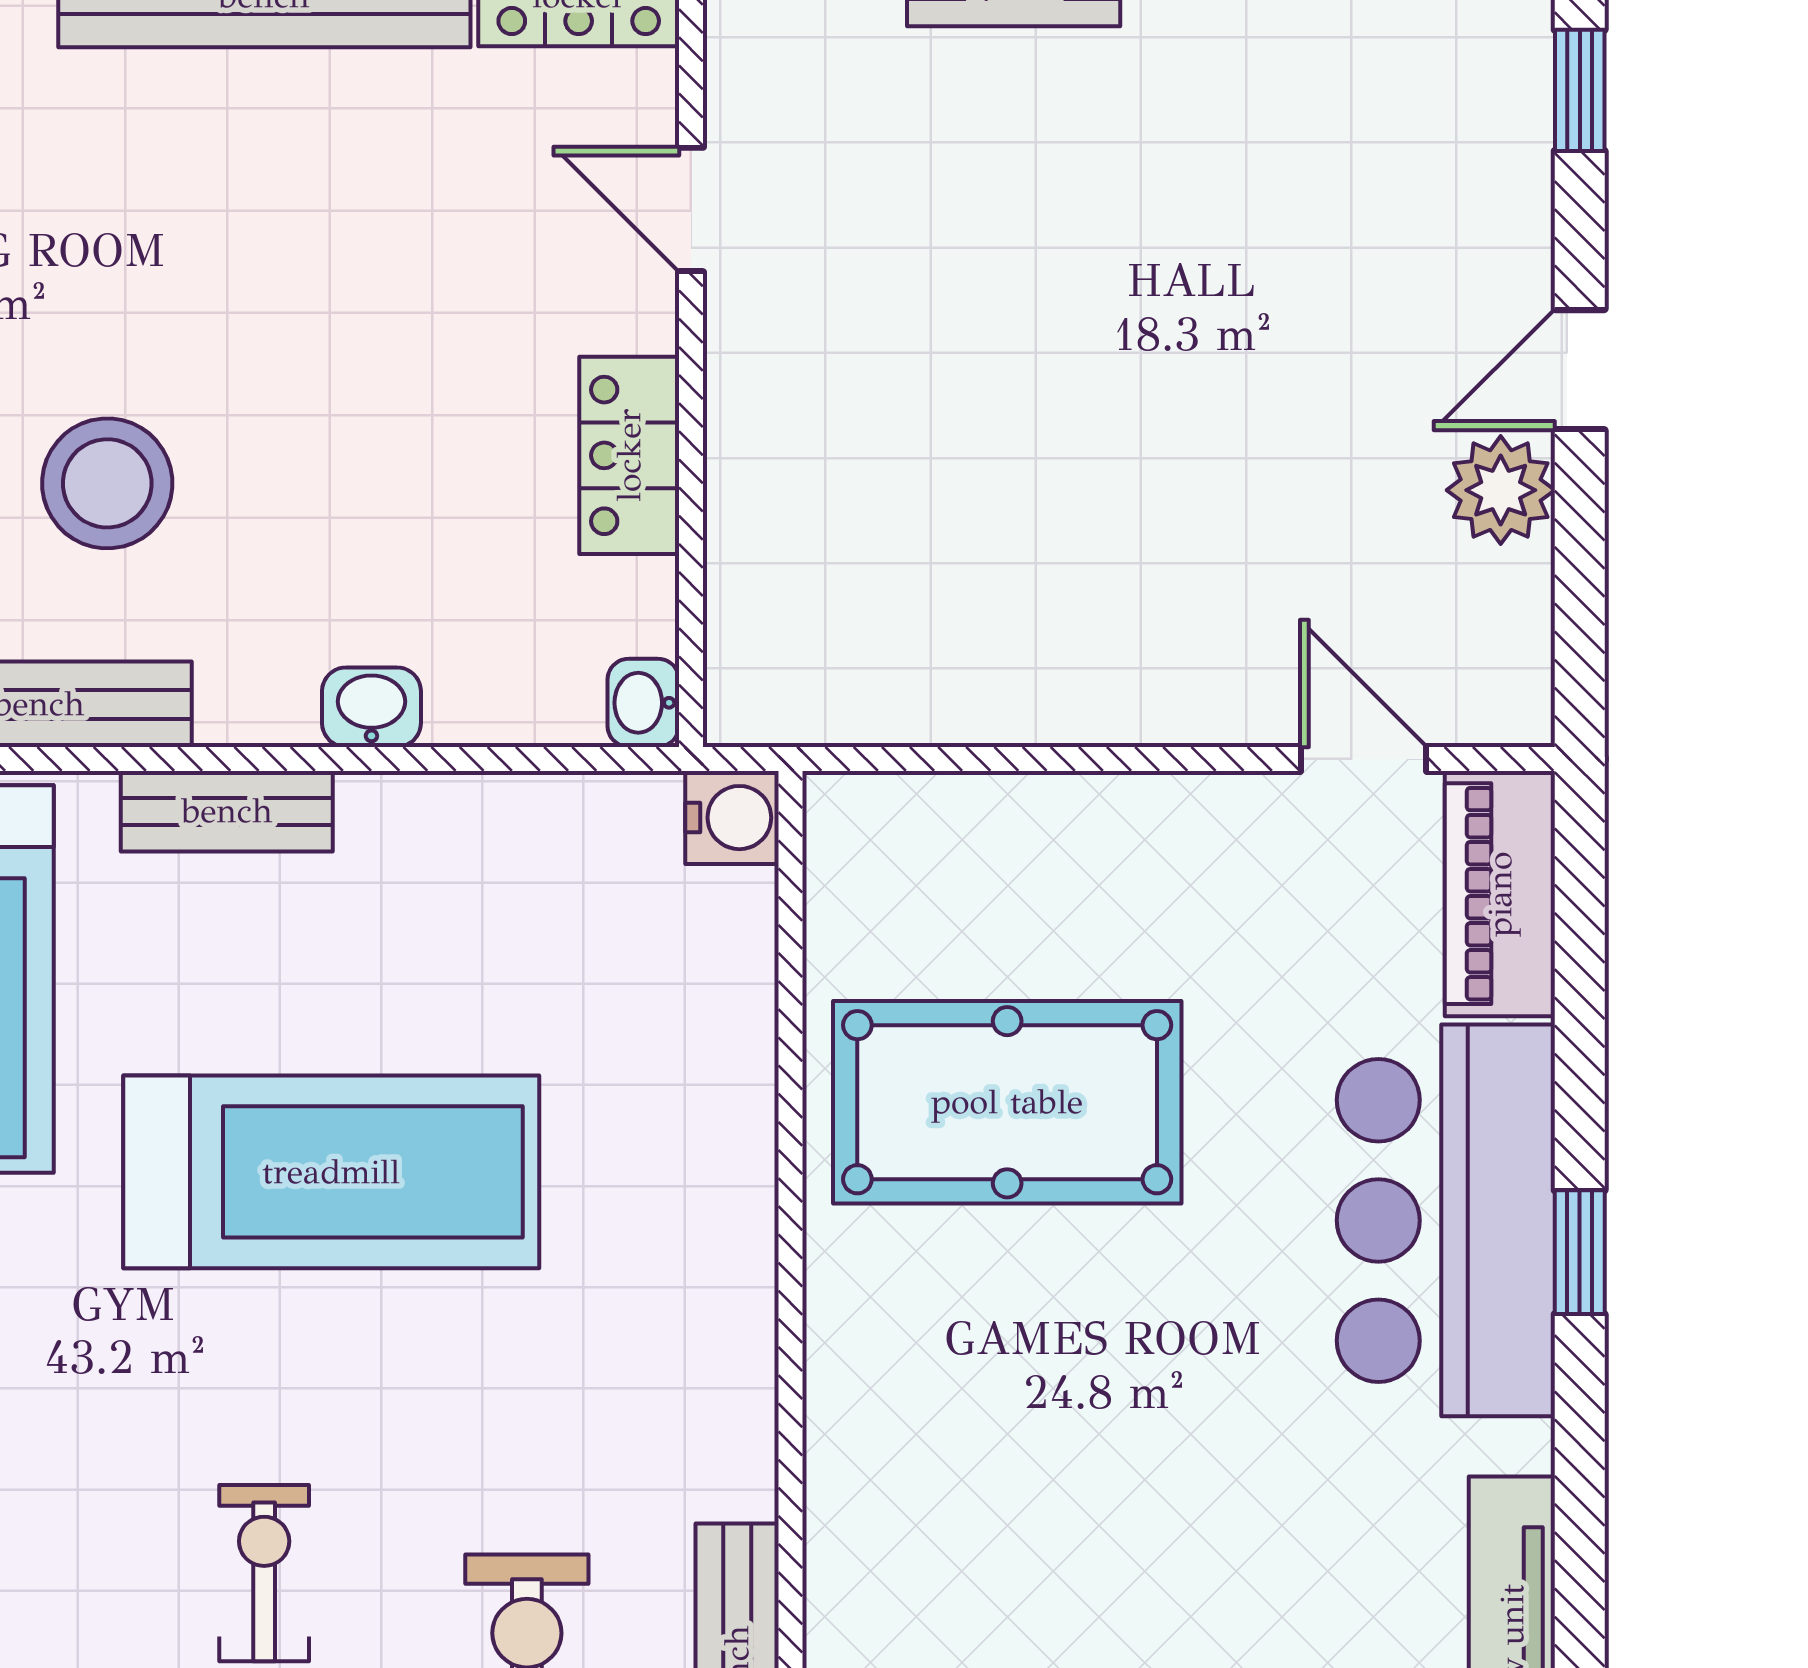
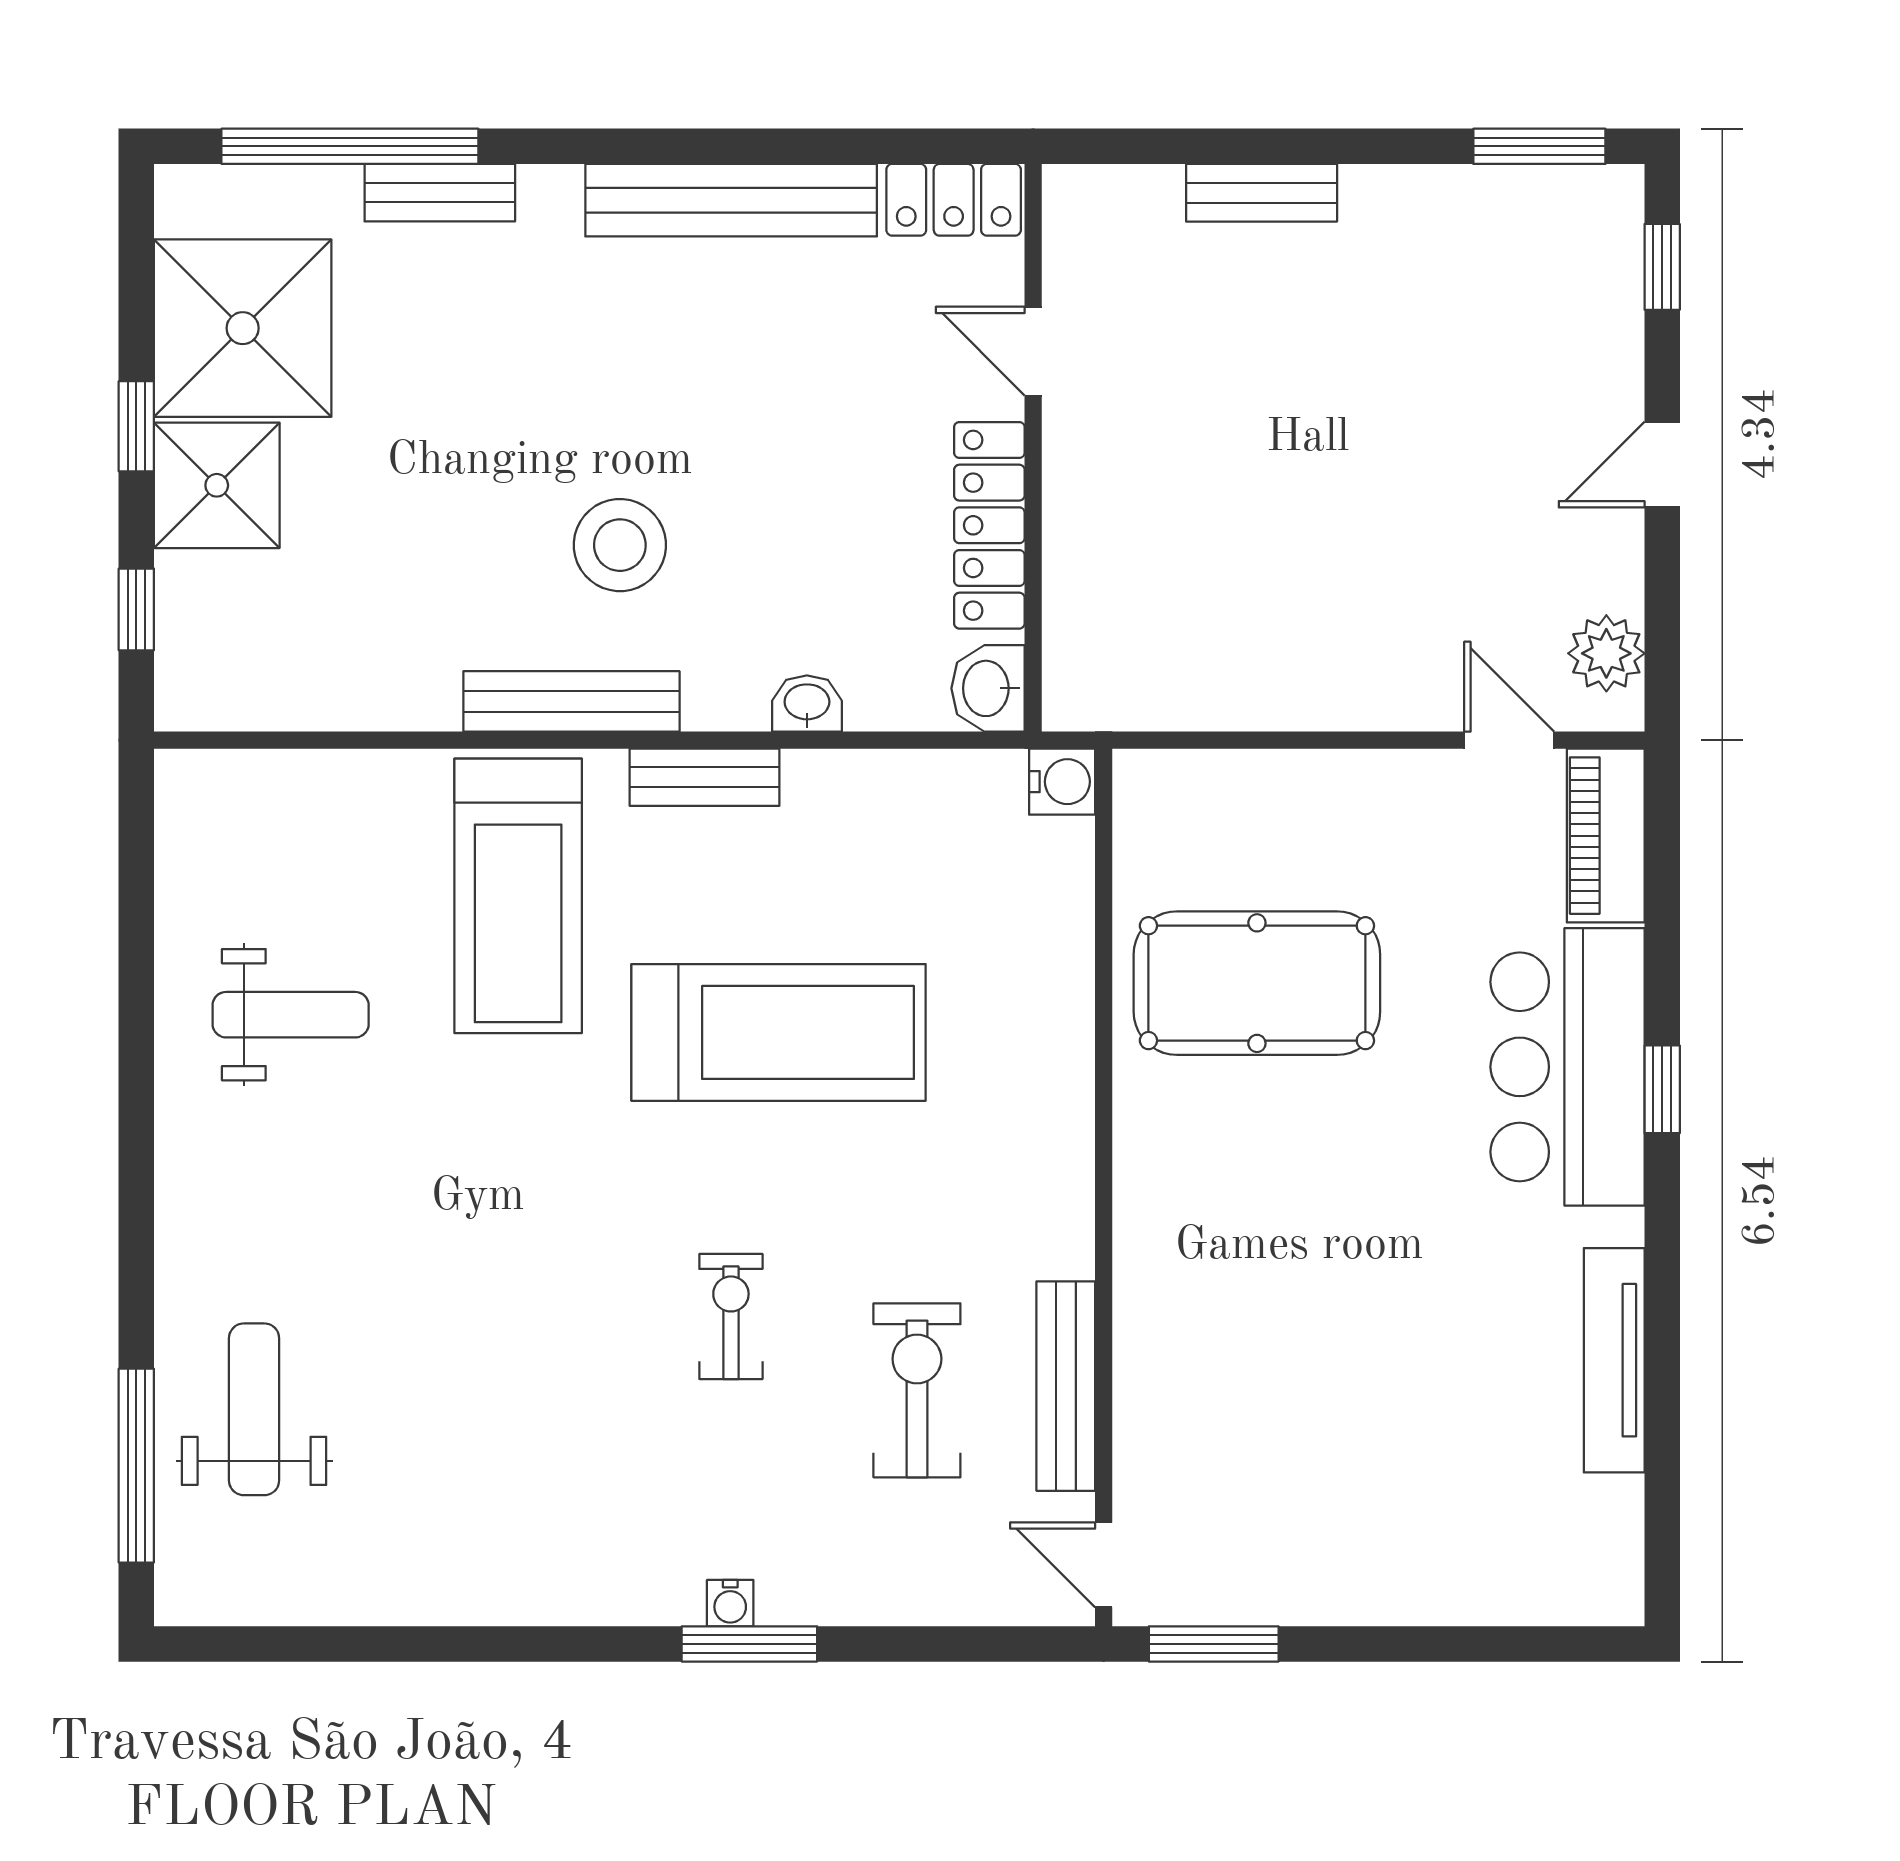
locker: (629, 455) -> (989, 525), width x1.53
plant: (1501, 490) -> (1606, 653), moved
washbasin: (643, 703) -> (988, 688), width x1.38, depth x1.45

